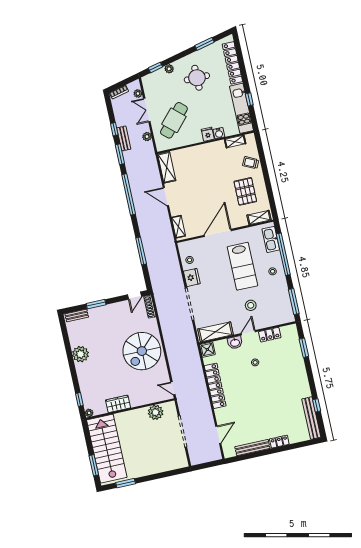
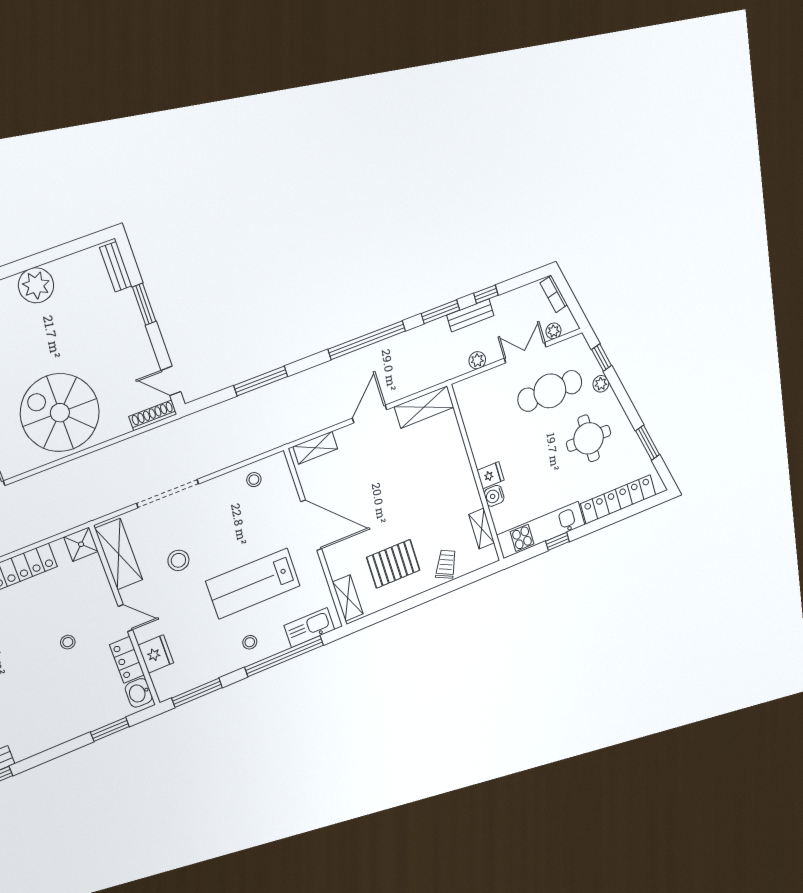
cafe table: (174, 120) -> (550, 391), moved, turned -42
fridge: (192, 277) -> (156, 654), moved, turned -90
stool: (251, 305) -> (178, 560), moved
washbasin: (235, 343) -> (139, 693), moved

